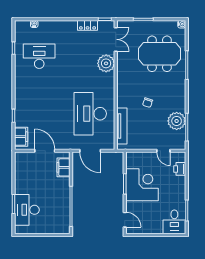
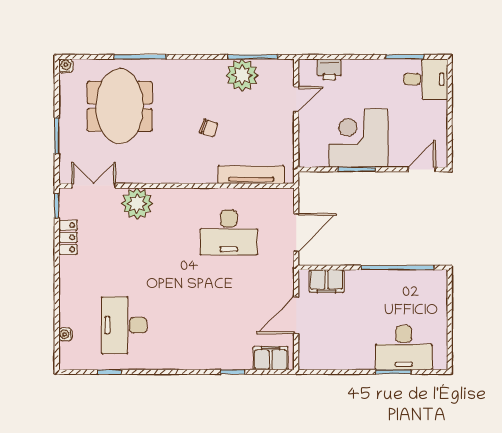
desk: (90, 114) -> (229, 232), width x0.73, depth x0.77

